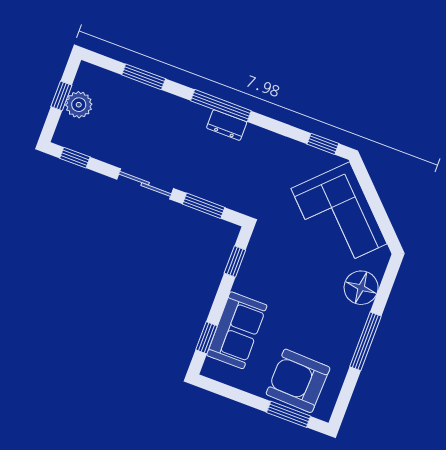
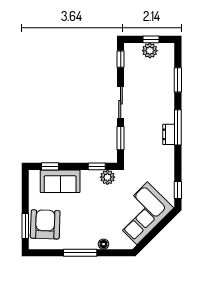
plant: (259, 251) -> (107, 177), added
floor lamp: (361, 288) -> (104, 244), width x0.53, depth x0.53

